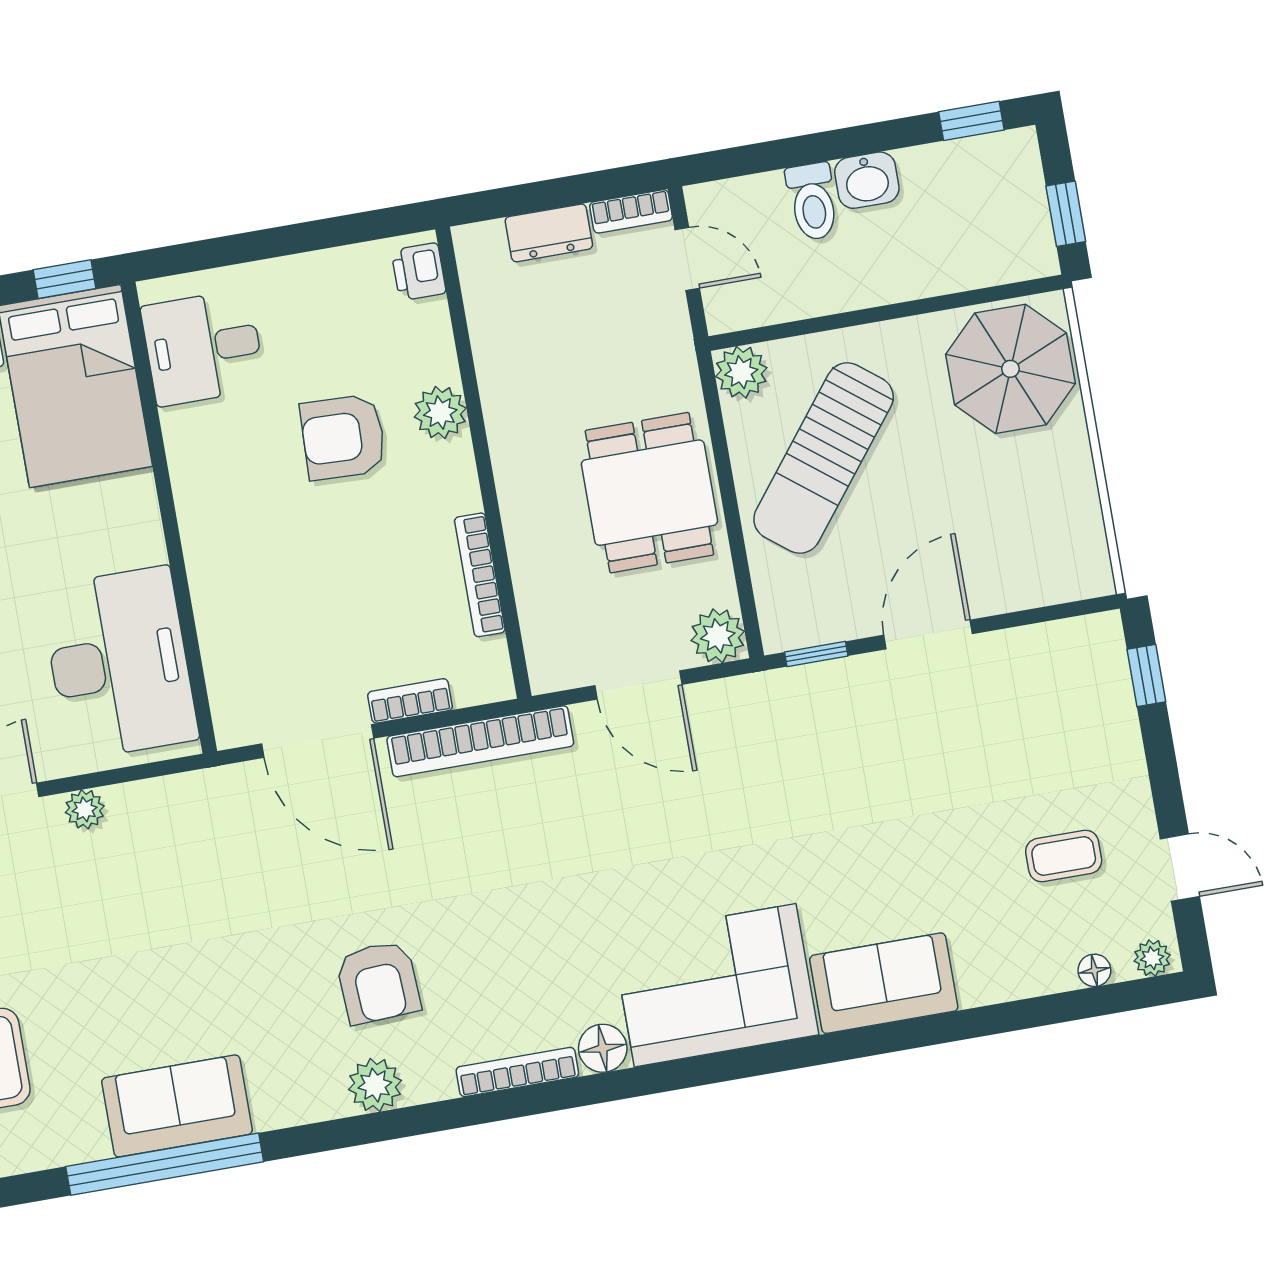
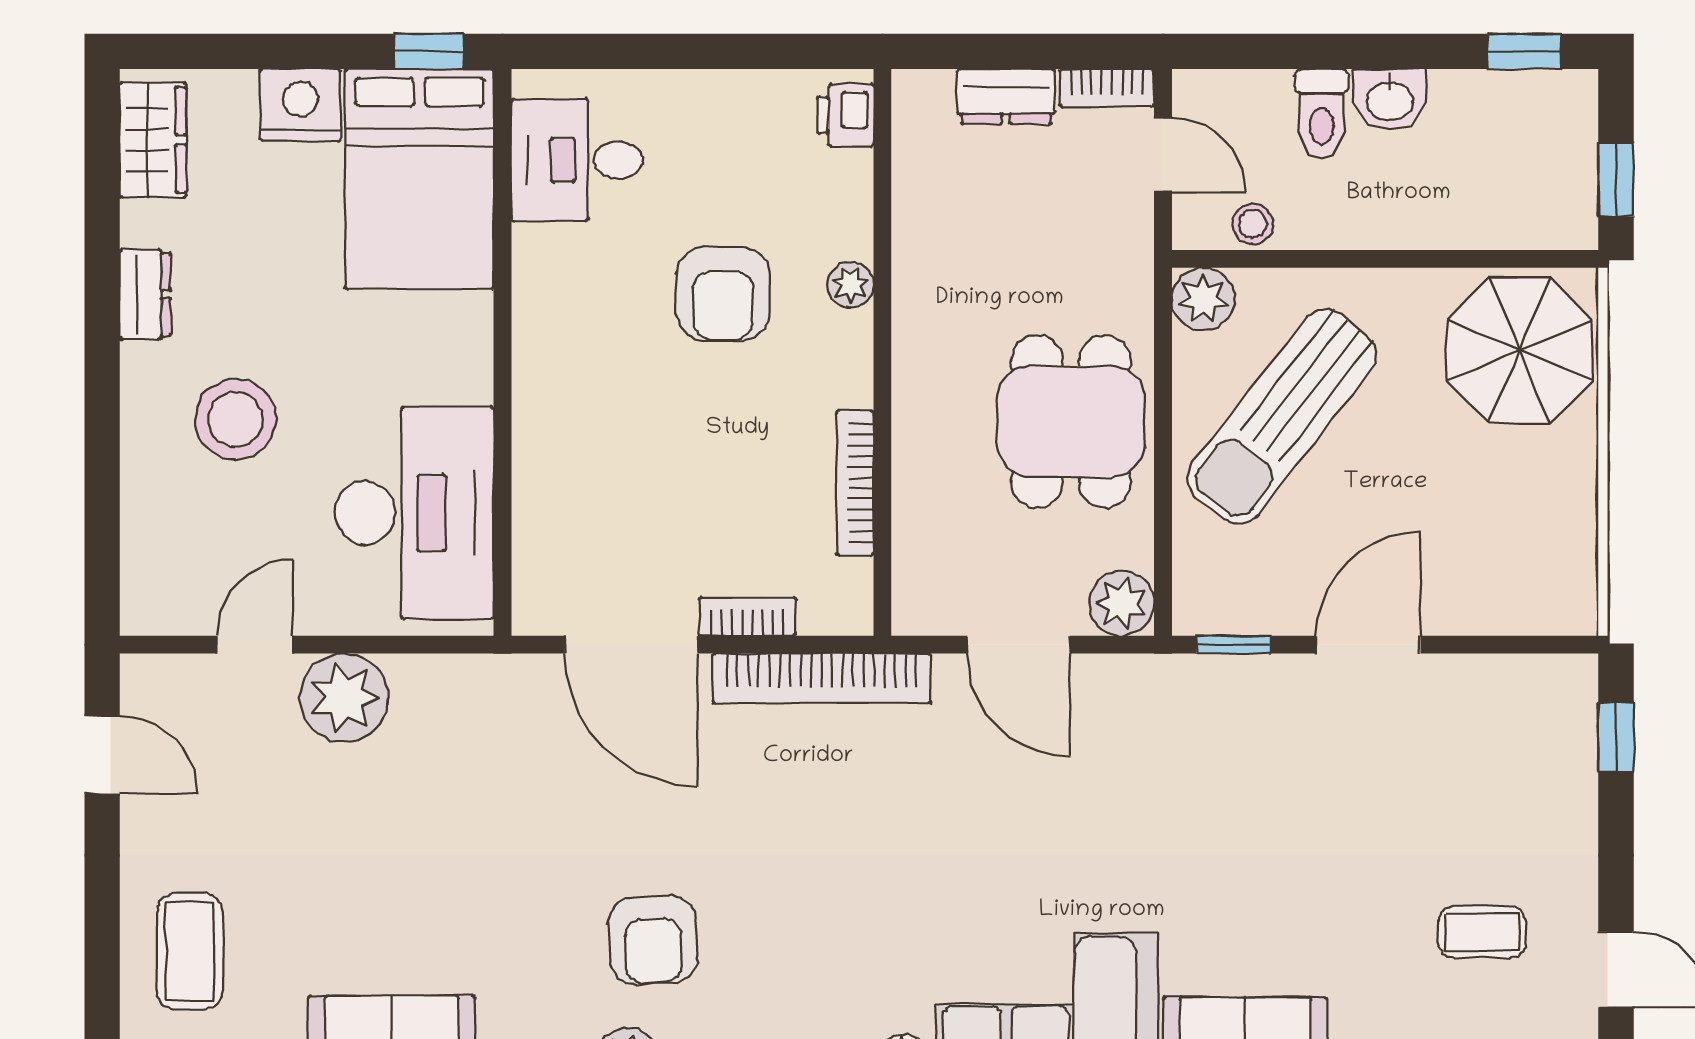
stool: (771, 303) -> (1253, 224), added
plant: (440, 413) -> (851, 285), width x0.73, depth x0.73
armchair: (343, 437) -> (723, 294), turned -92
plant: (85, 809) -> (344, 698), width x1.88, depth x1.88

